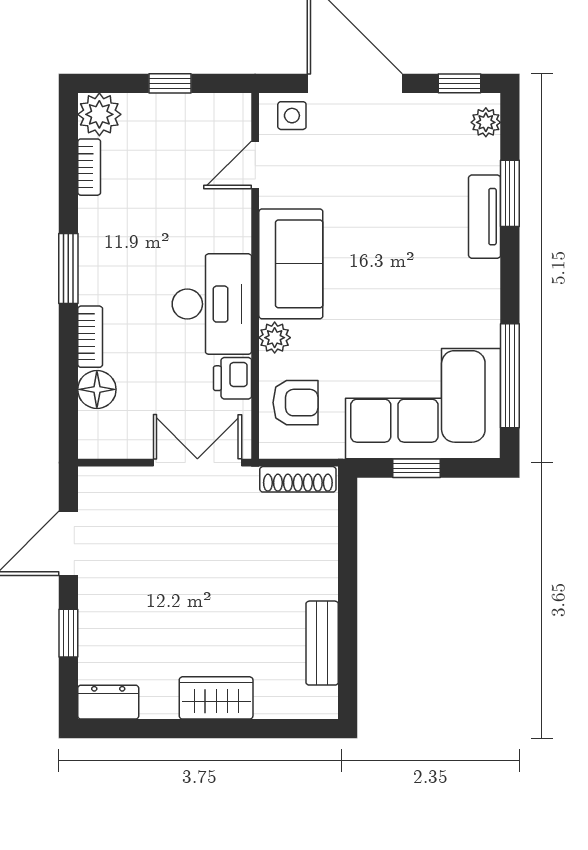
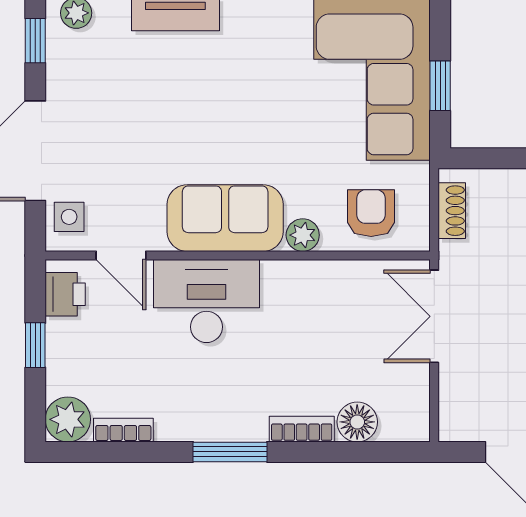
desk: (212, 304) -> (207, 301), moved
printer: (233, 378) -> (65, 294), moved, turned -90
shoe rack: (298, 479) -> (452, 211), width x0.70

